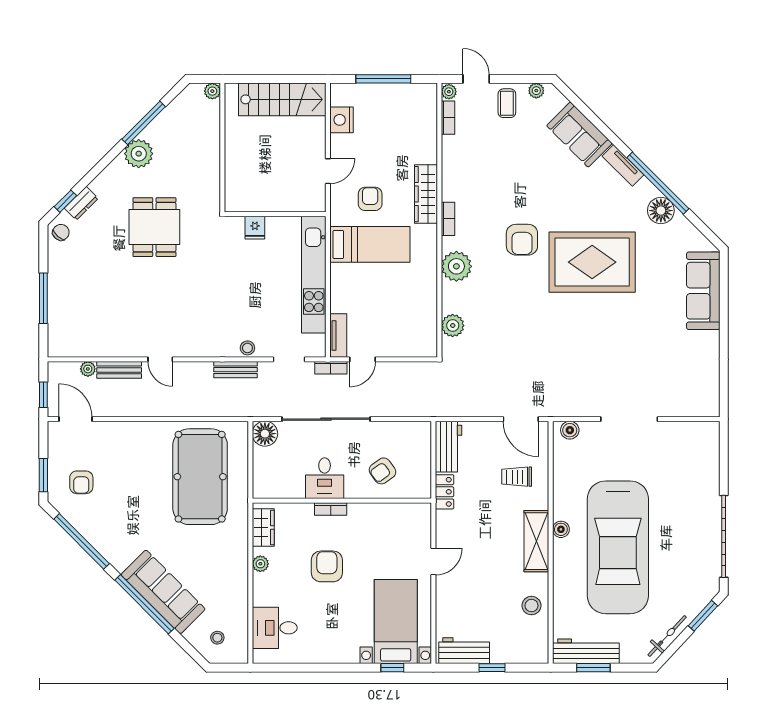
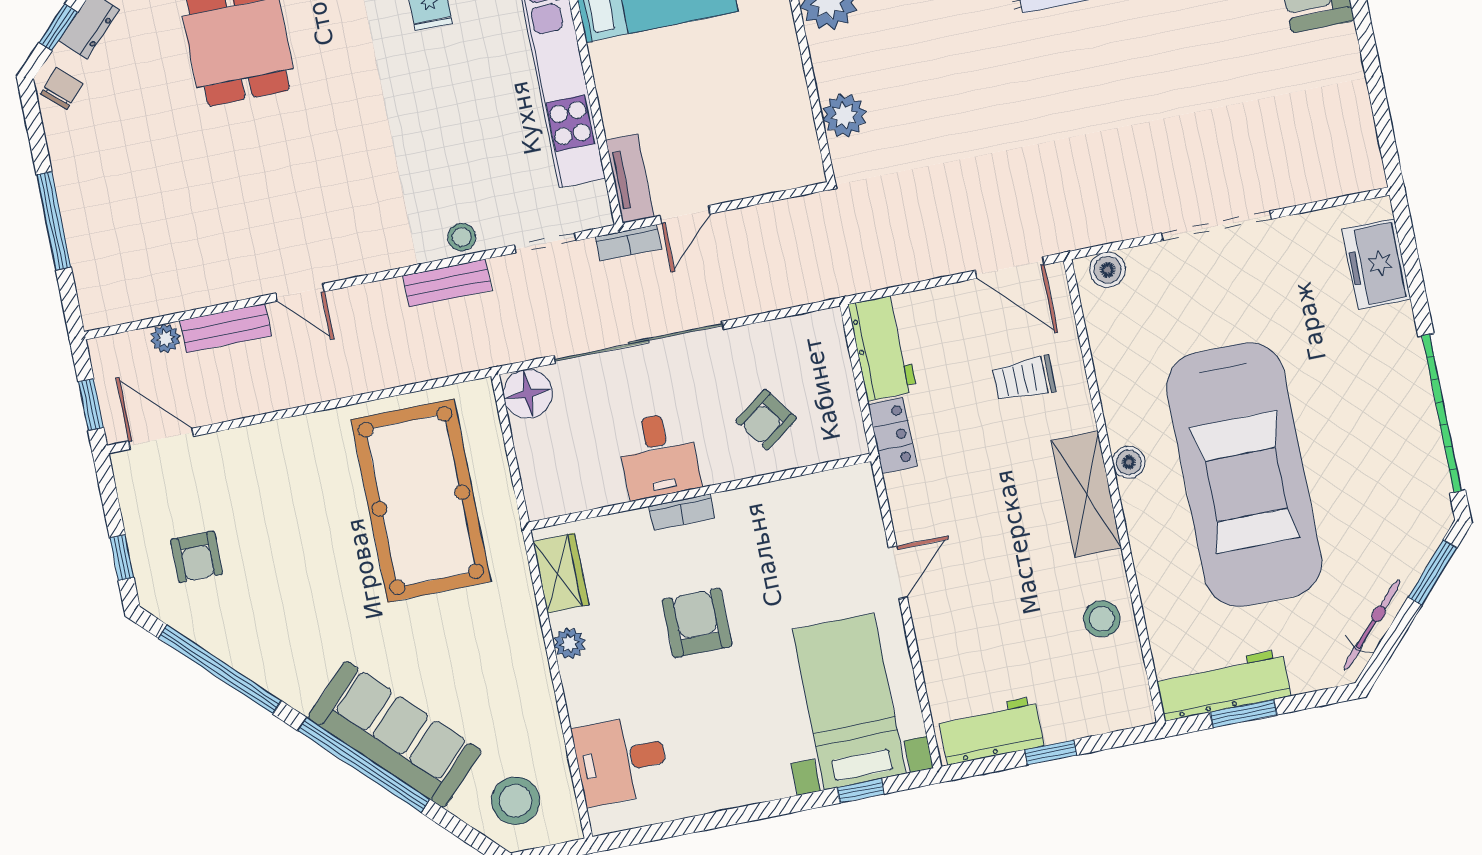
freezer: (706, 455) -> (1376, 264), added
window: (43, 475) -> (122, 558), width x0.67
stool: (217, 638) -> (516, 801), width x1.89, depth x1.89

